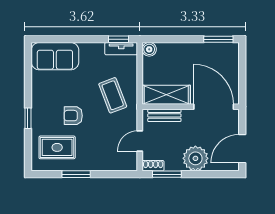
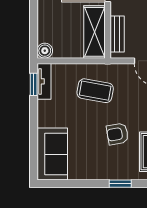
coffee table: (113, 95) -> (95, 91), turned 31
armchair: (73, 116) -> (117, 134), turned 80

